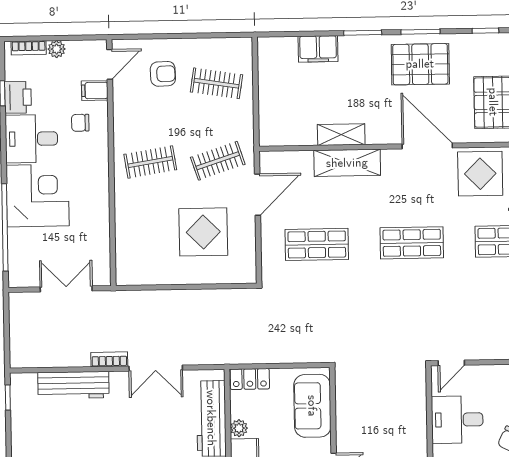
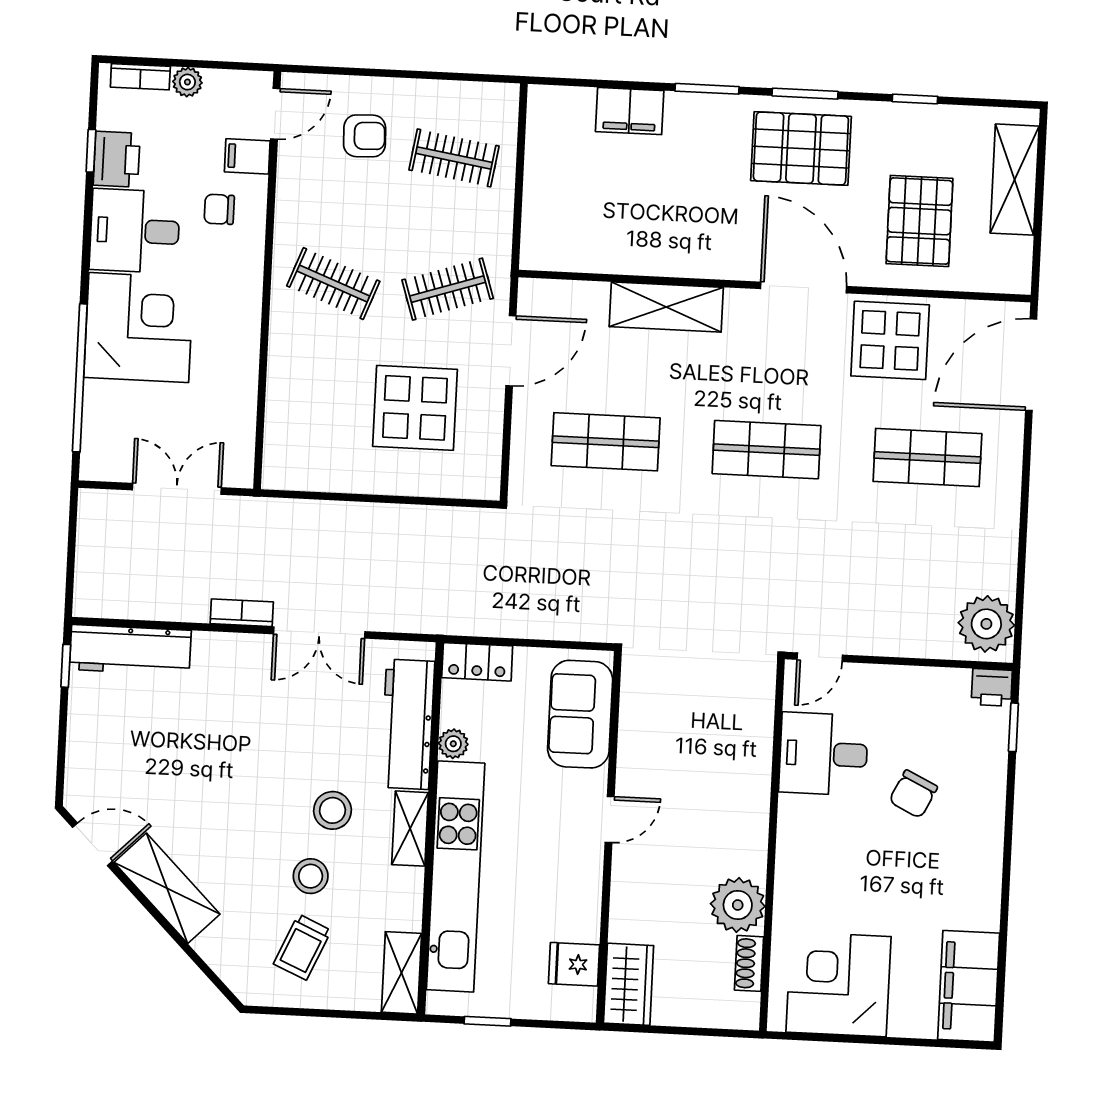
shelving: (341, 135) -> (659, 259), removed
clothes rail: (150, 162) -> (333, 284), turned 30
workbench: (73, 385) -> (130, 650), moved

